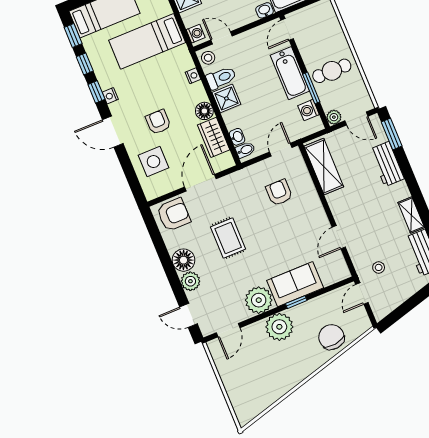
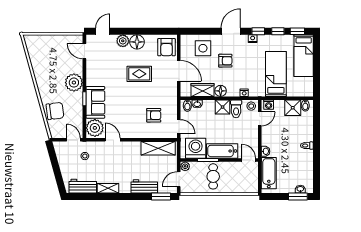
washing machine: (309, 110) -> (196, 148), width x1.89, depth x1.89
plant: (259, 300) -> (95, 128), moved

